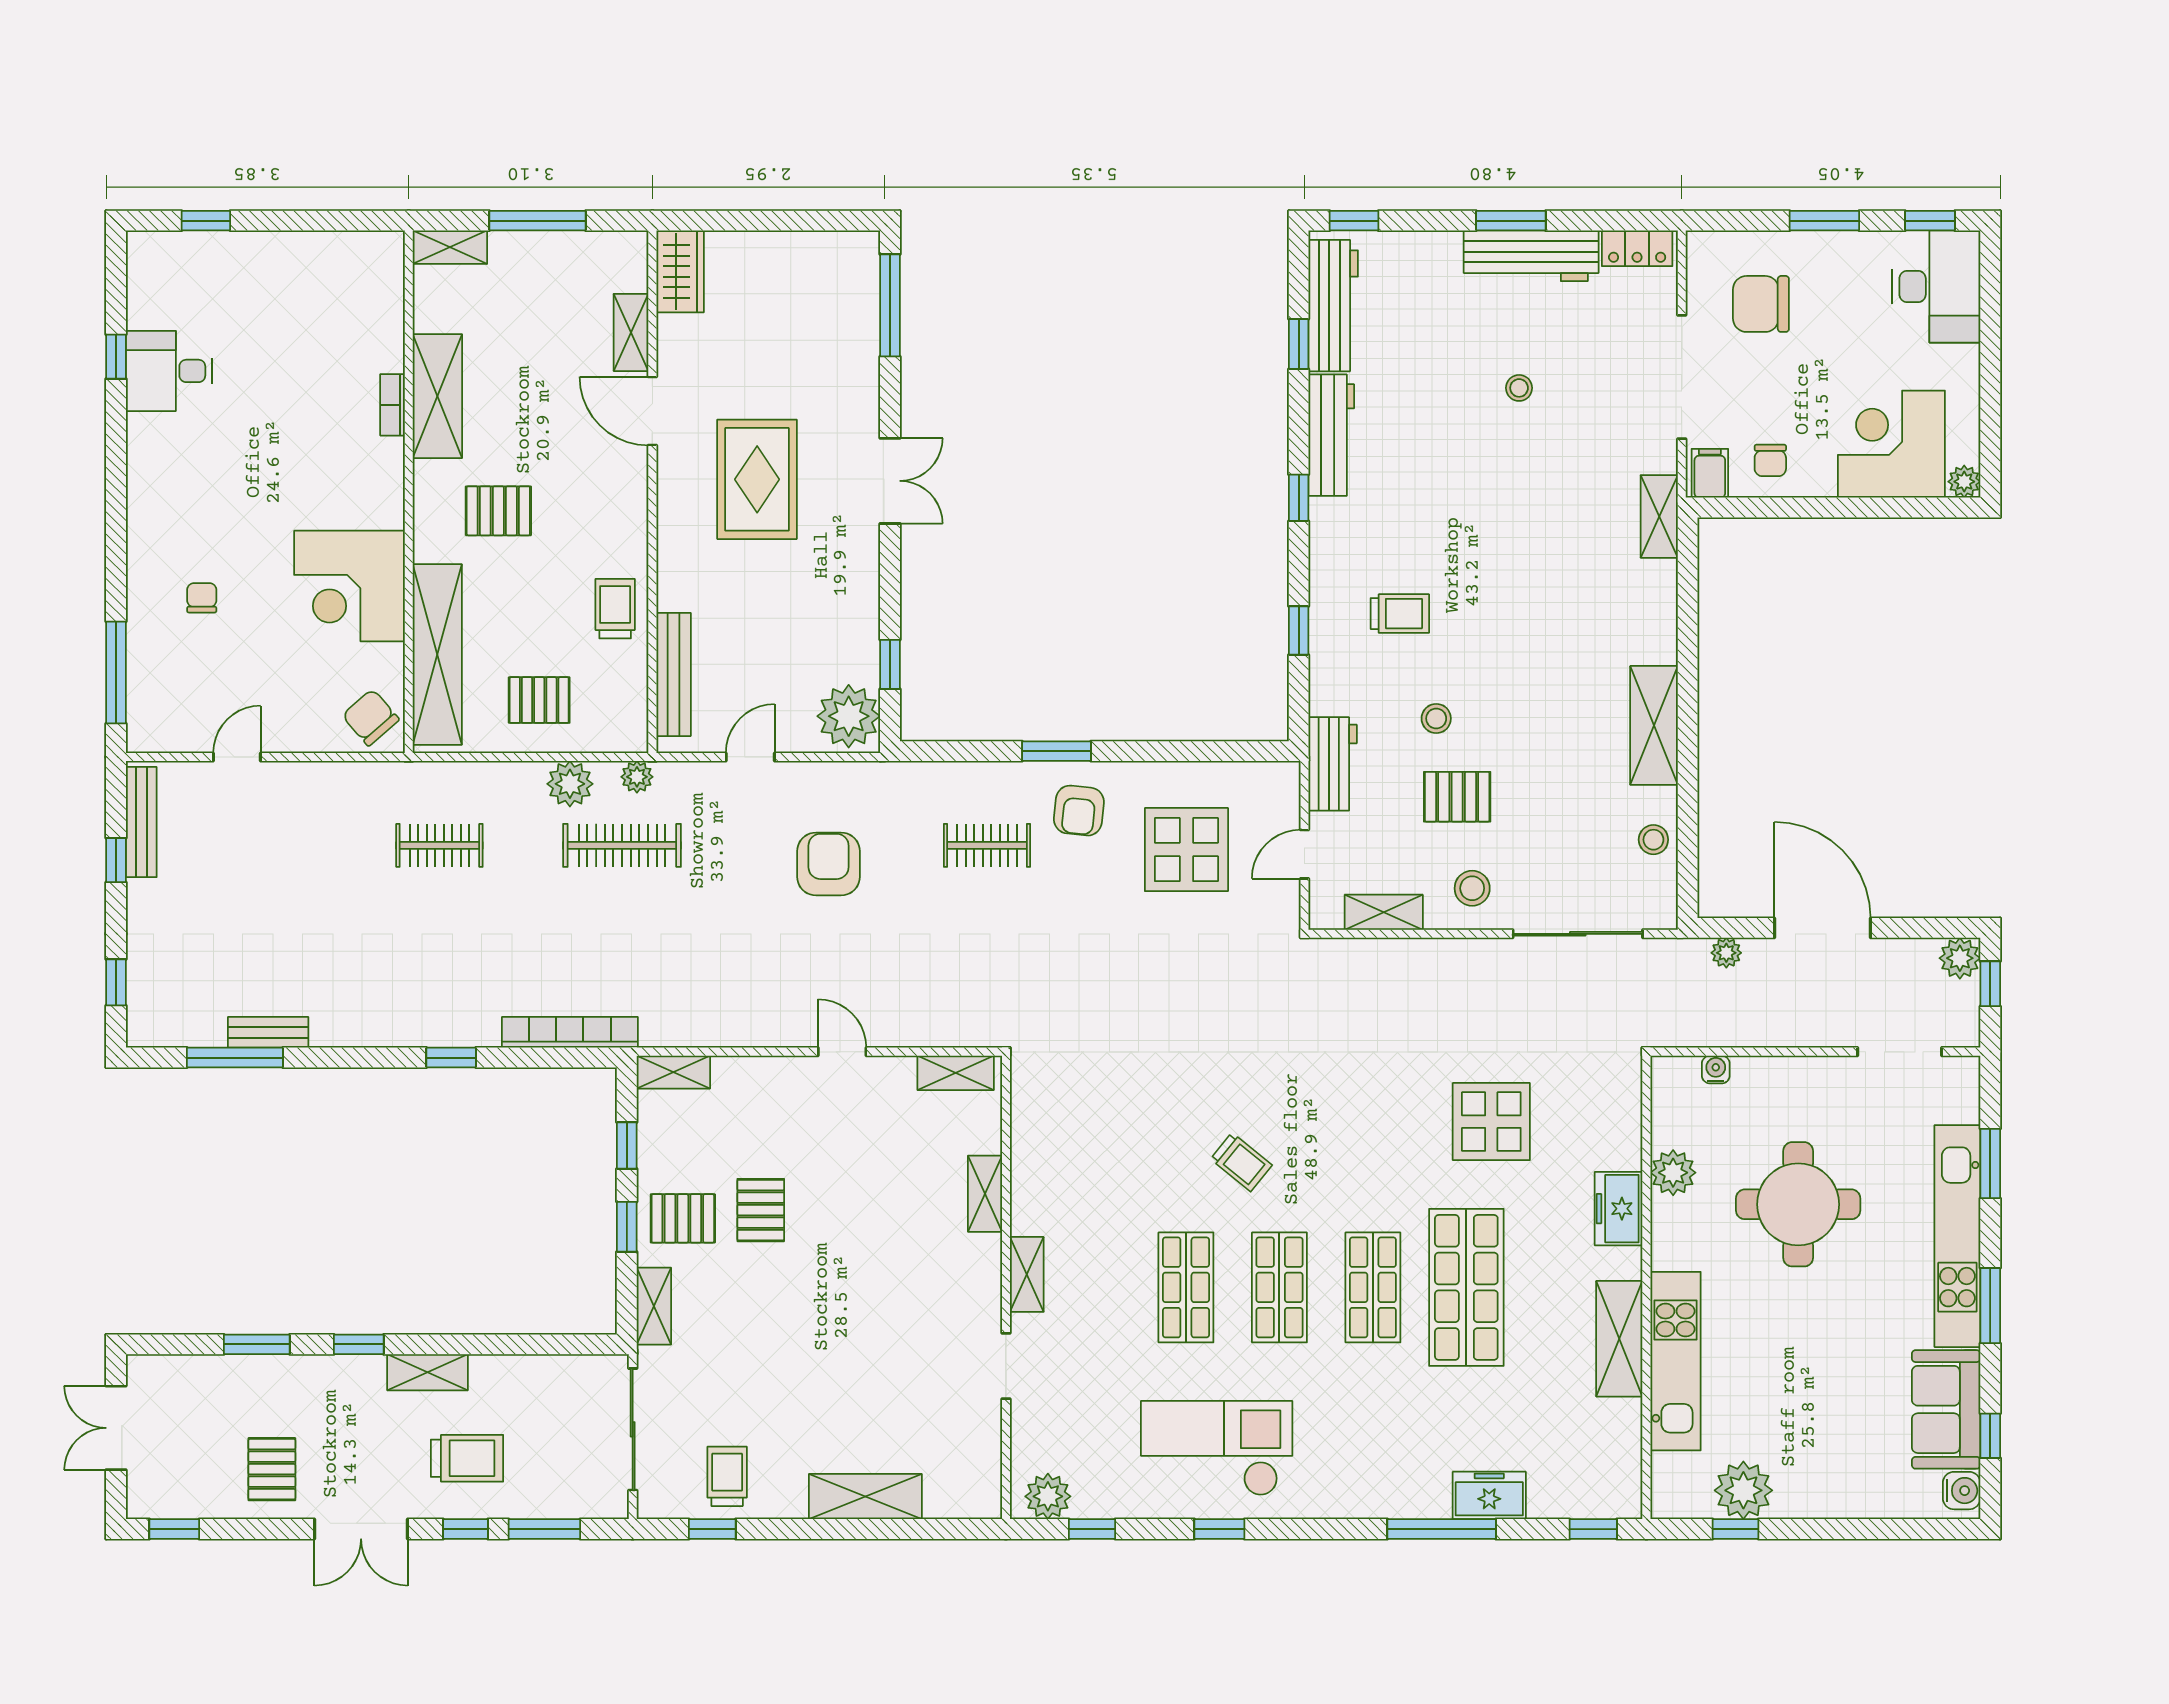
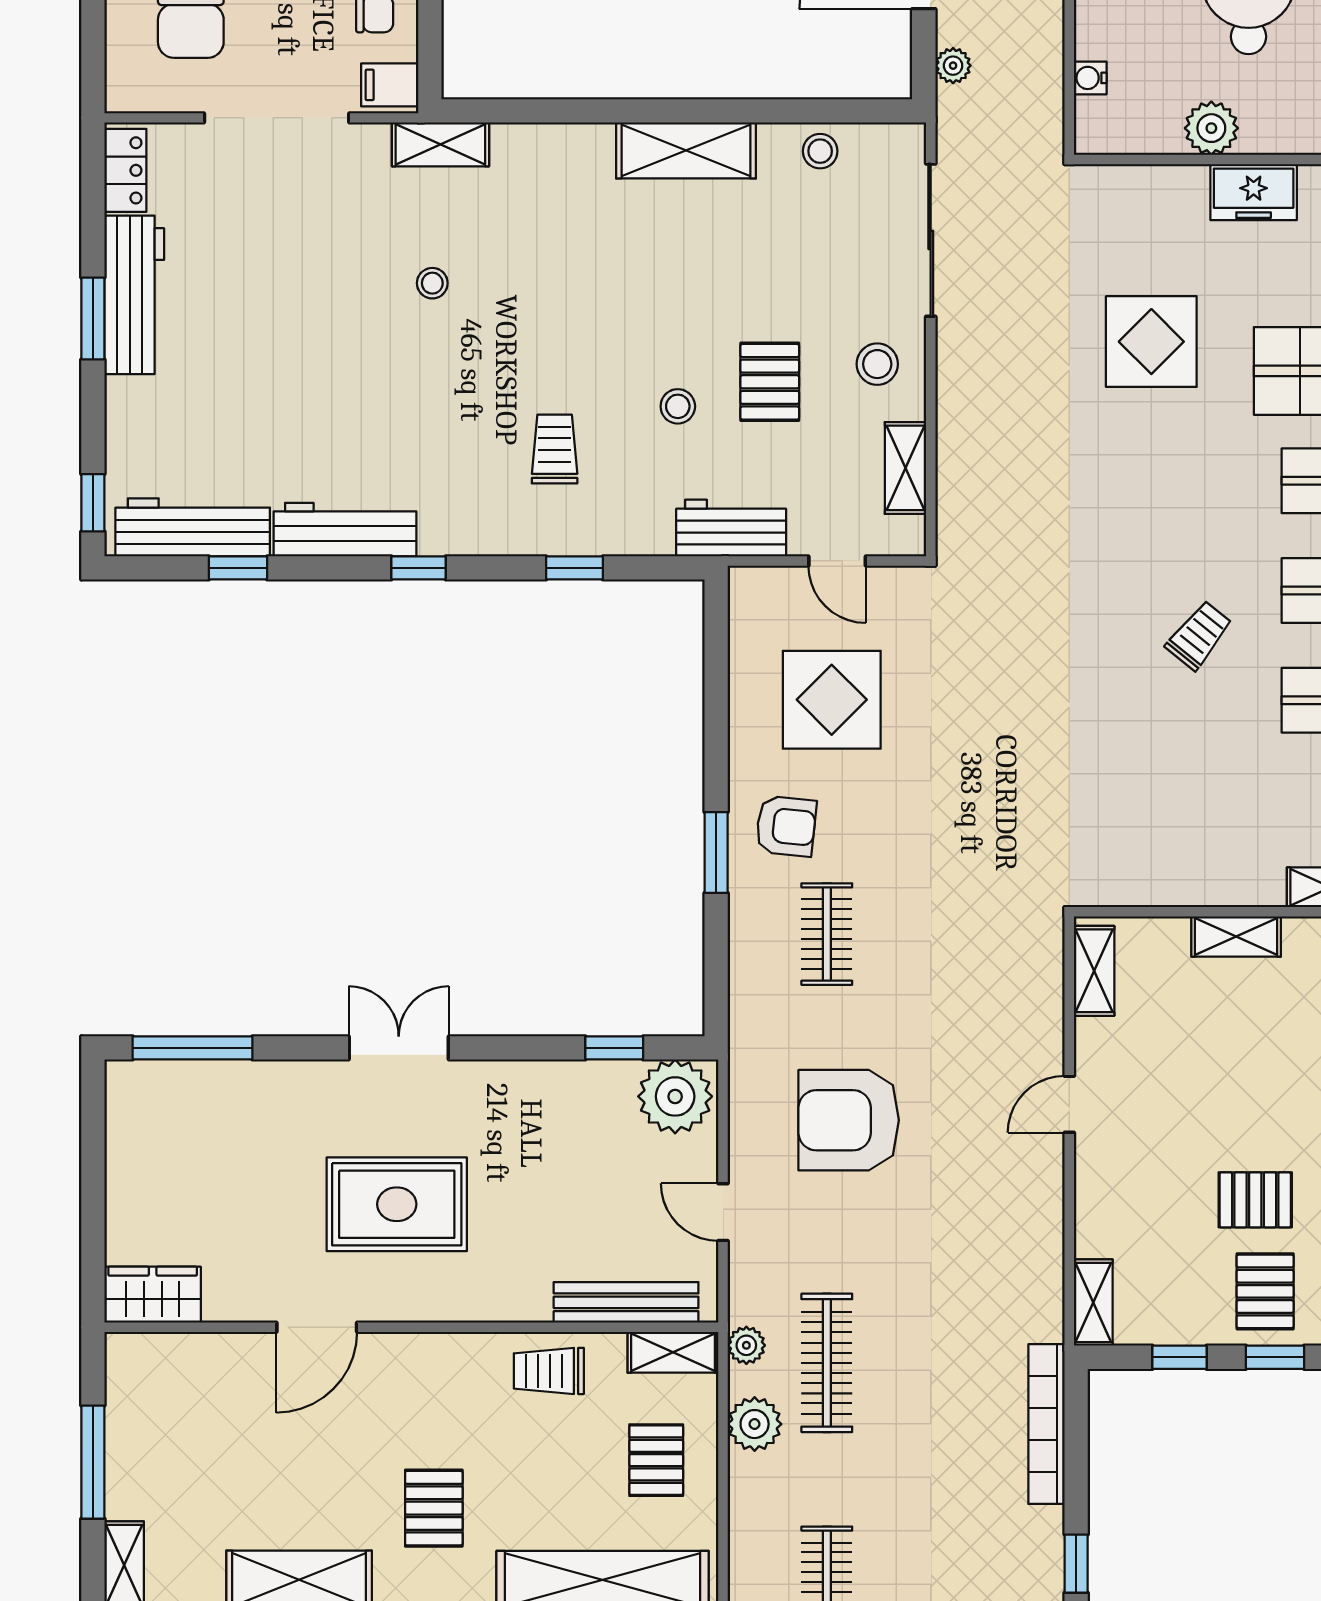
shelving: (631, 332) -> (673, 1352), moved
stool: (1519, 388) -> (432, 283), moved
armchair: (829, 864) -> (849, 1120), width x1.36, depth x1.36

